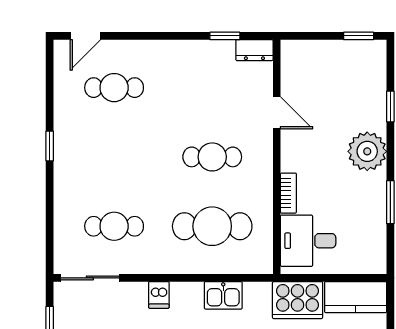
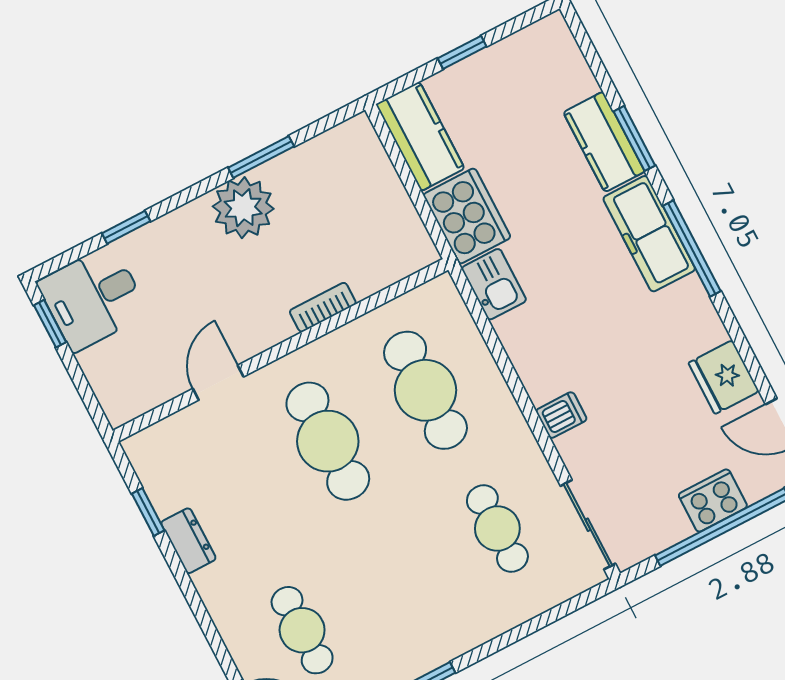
dresser: (254, 50) -> (188, 541), moved
plant: (367, 151) -> (243, 208), moved
cafe table: (212, 157) -> (328, 441), width x1.37, depth x1.35
desk: (308, 241) -> (93, 298), moved, turned 90
kitchen sink: (223, 295) -> (494, 284), moved

